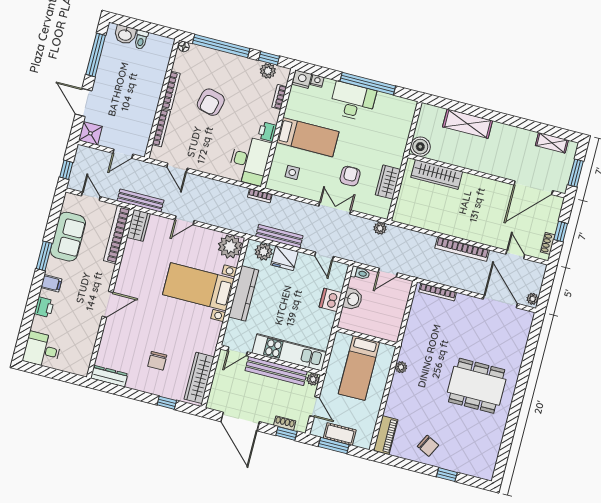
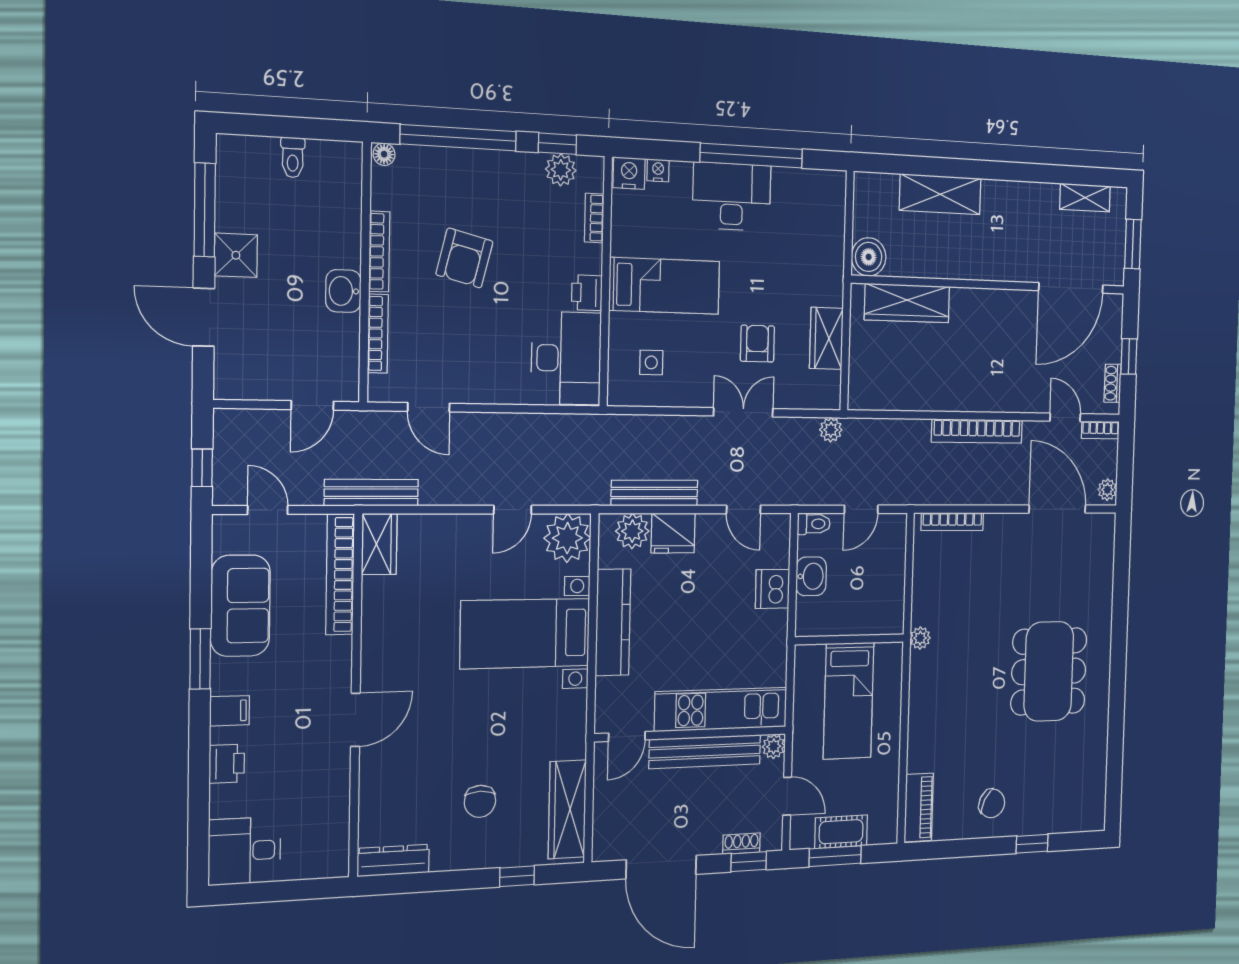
washbasin: (125, 35) -> (343, 291), moved, turned 90
shower: (90, 133) -> (236, 255), moved
bookcase: (260, 196) -> (1100, 430), moved
door: (185, 220) -> (513, 510), moved
plant: (401, 367) -> (920, 638), moved
dining table: (477, 386) -> (1049, 671), turned 90

